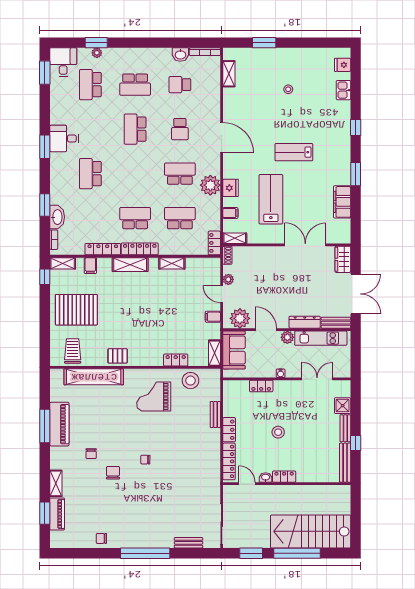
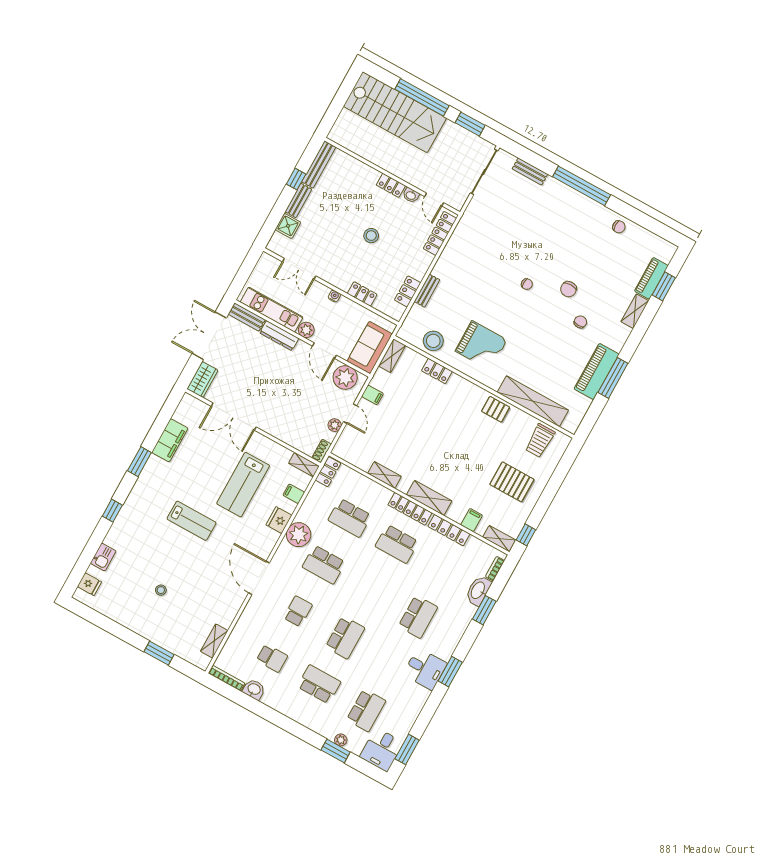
pallet: (76, 310) -> (512, 482), width x0.73, depth x0.71
locker: (229, 430) -> (408, 291), moved

